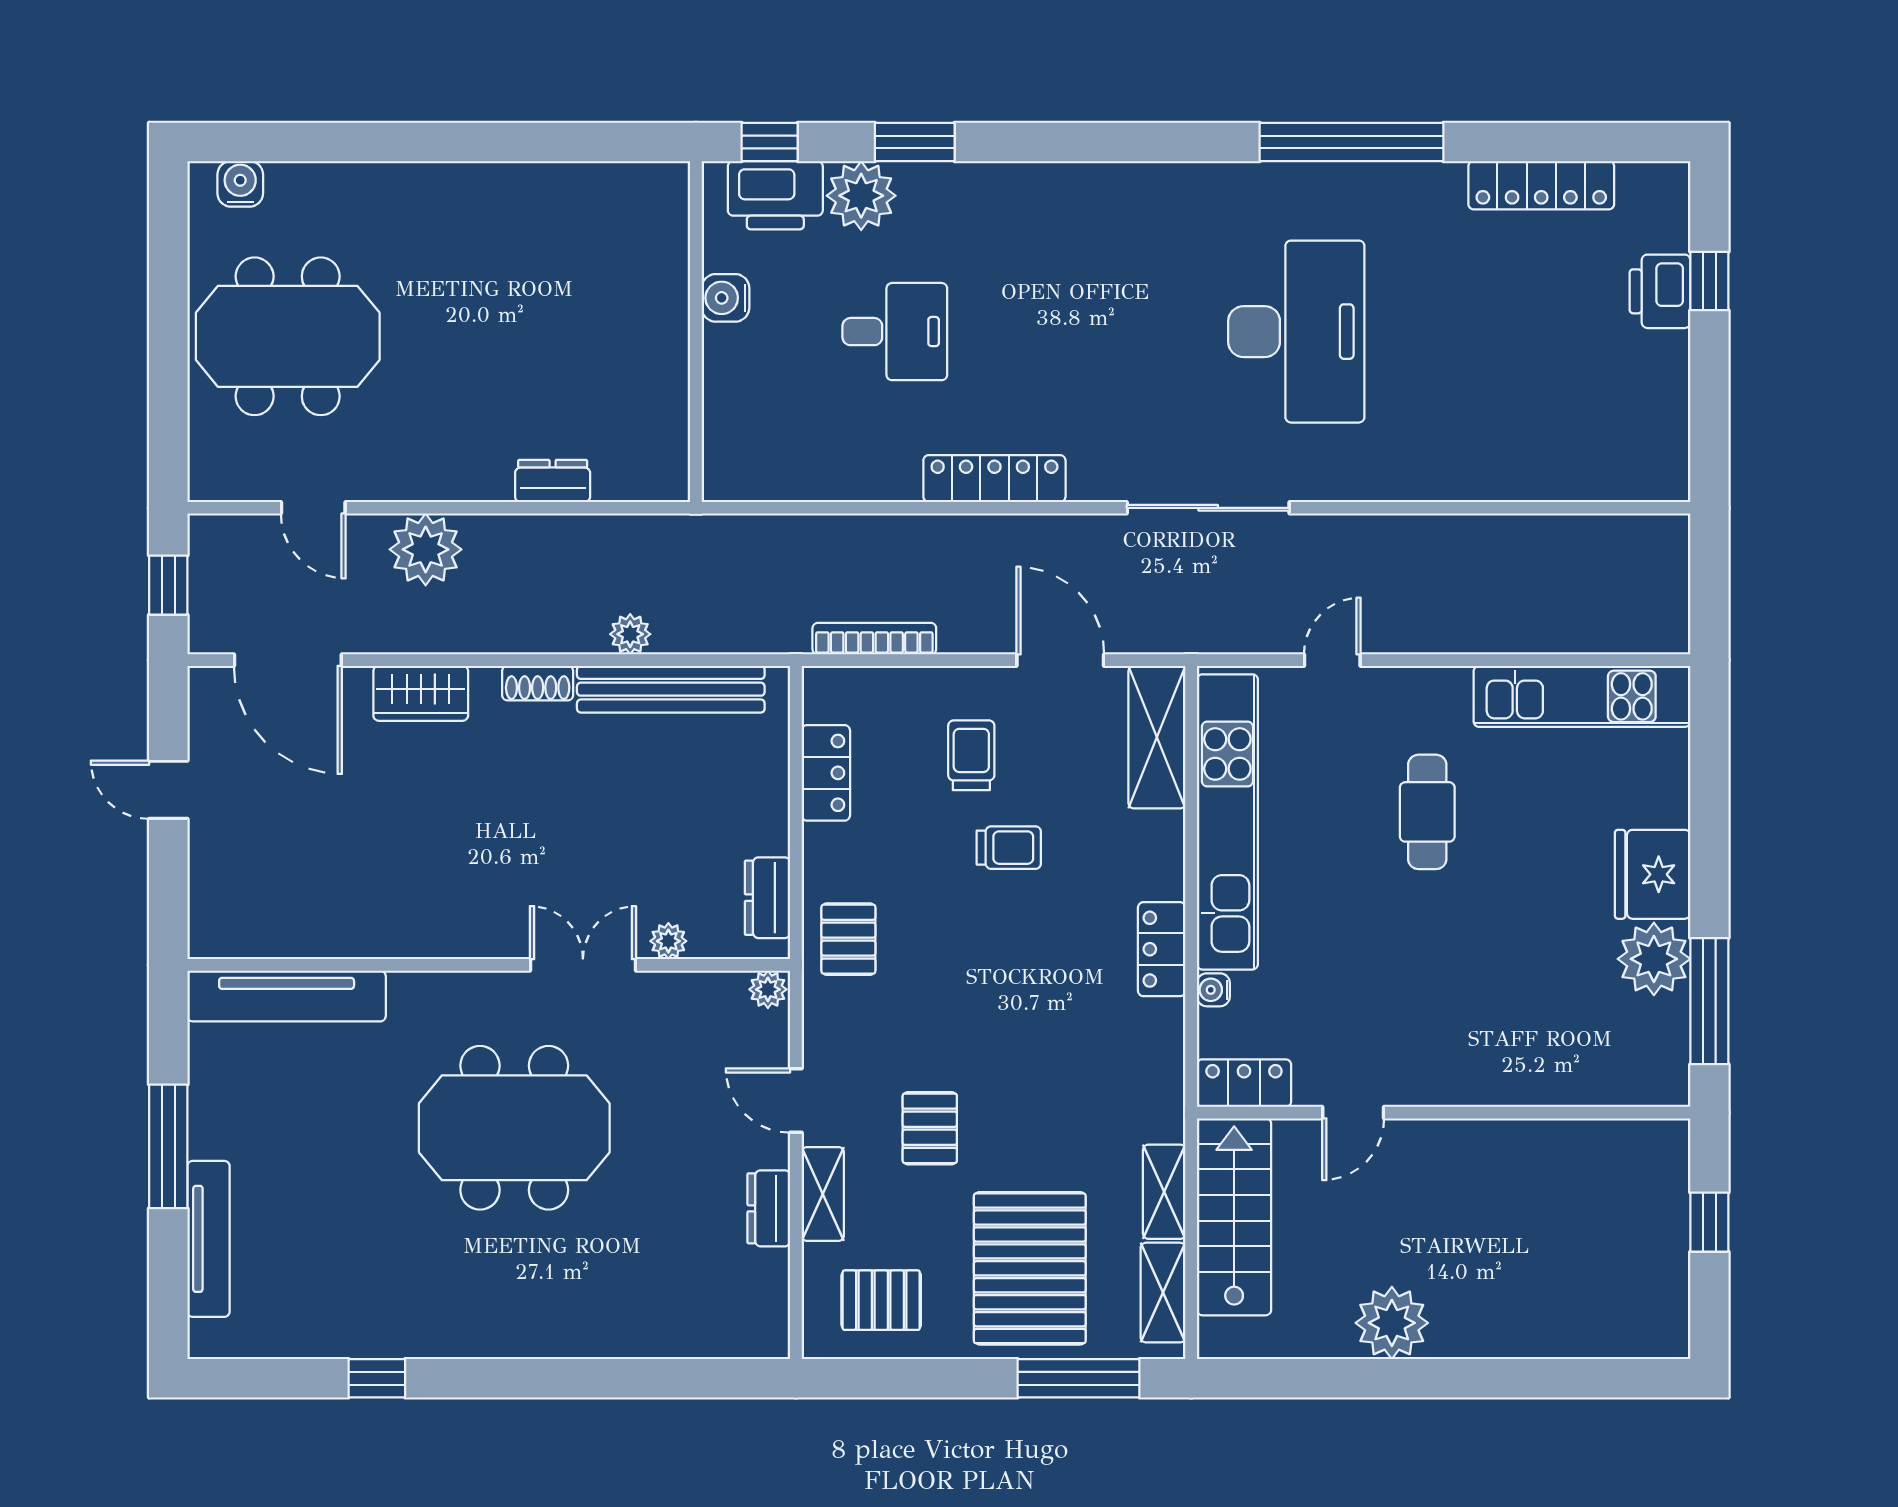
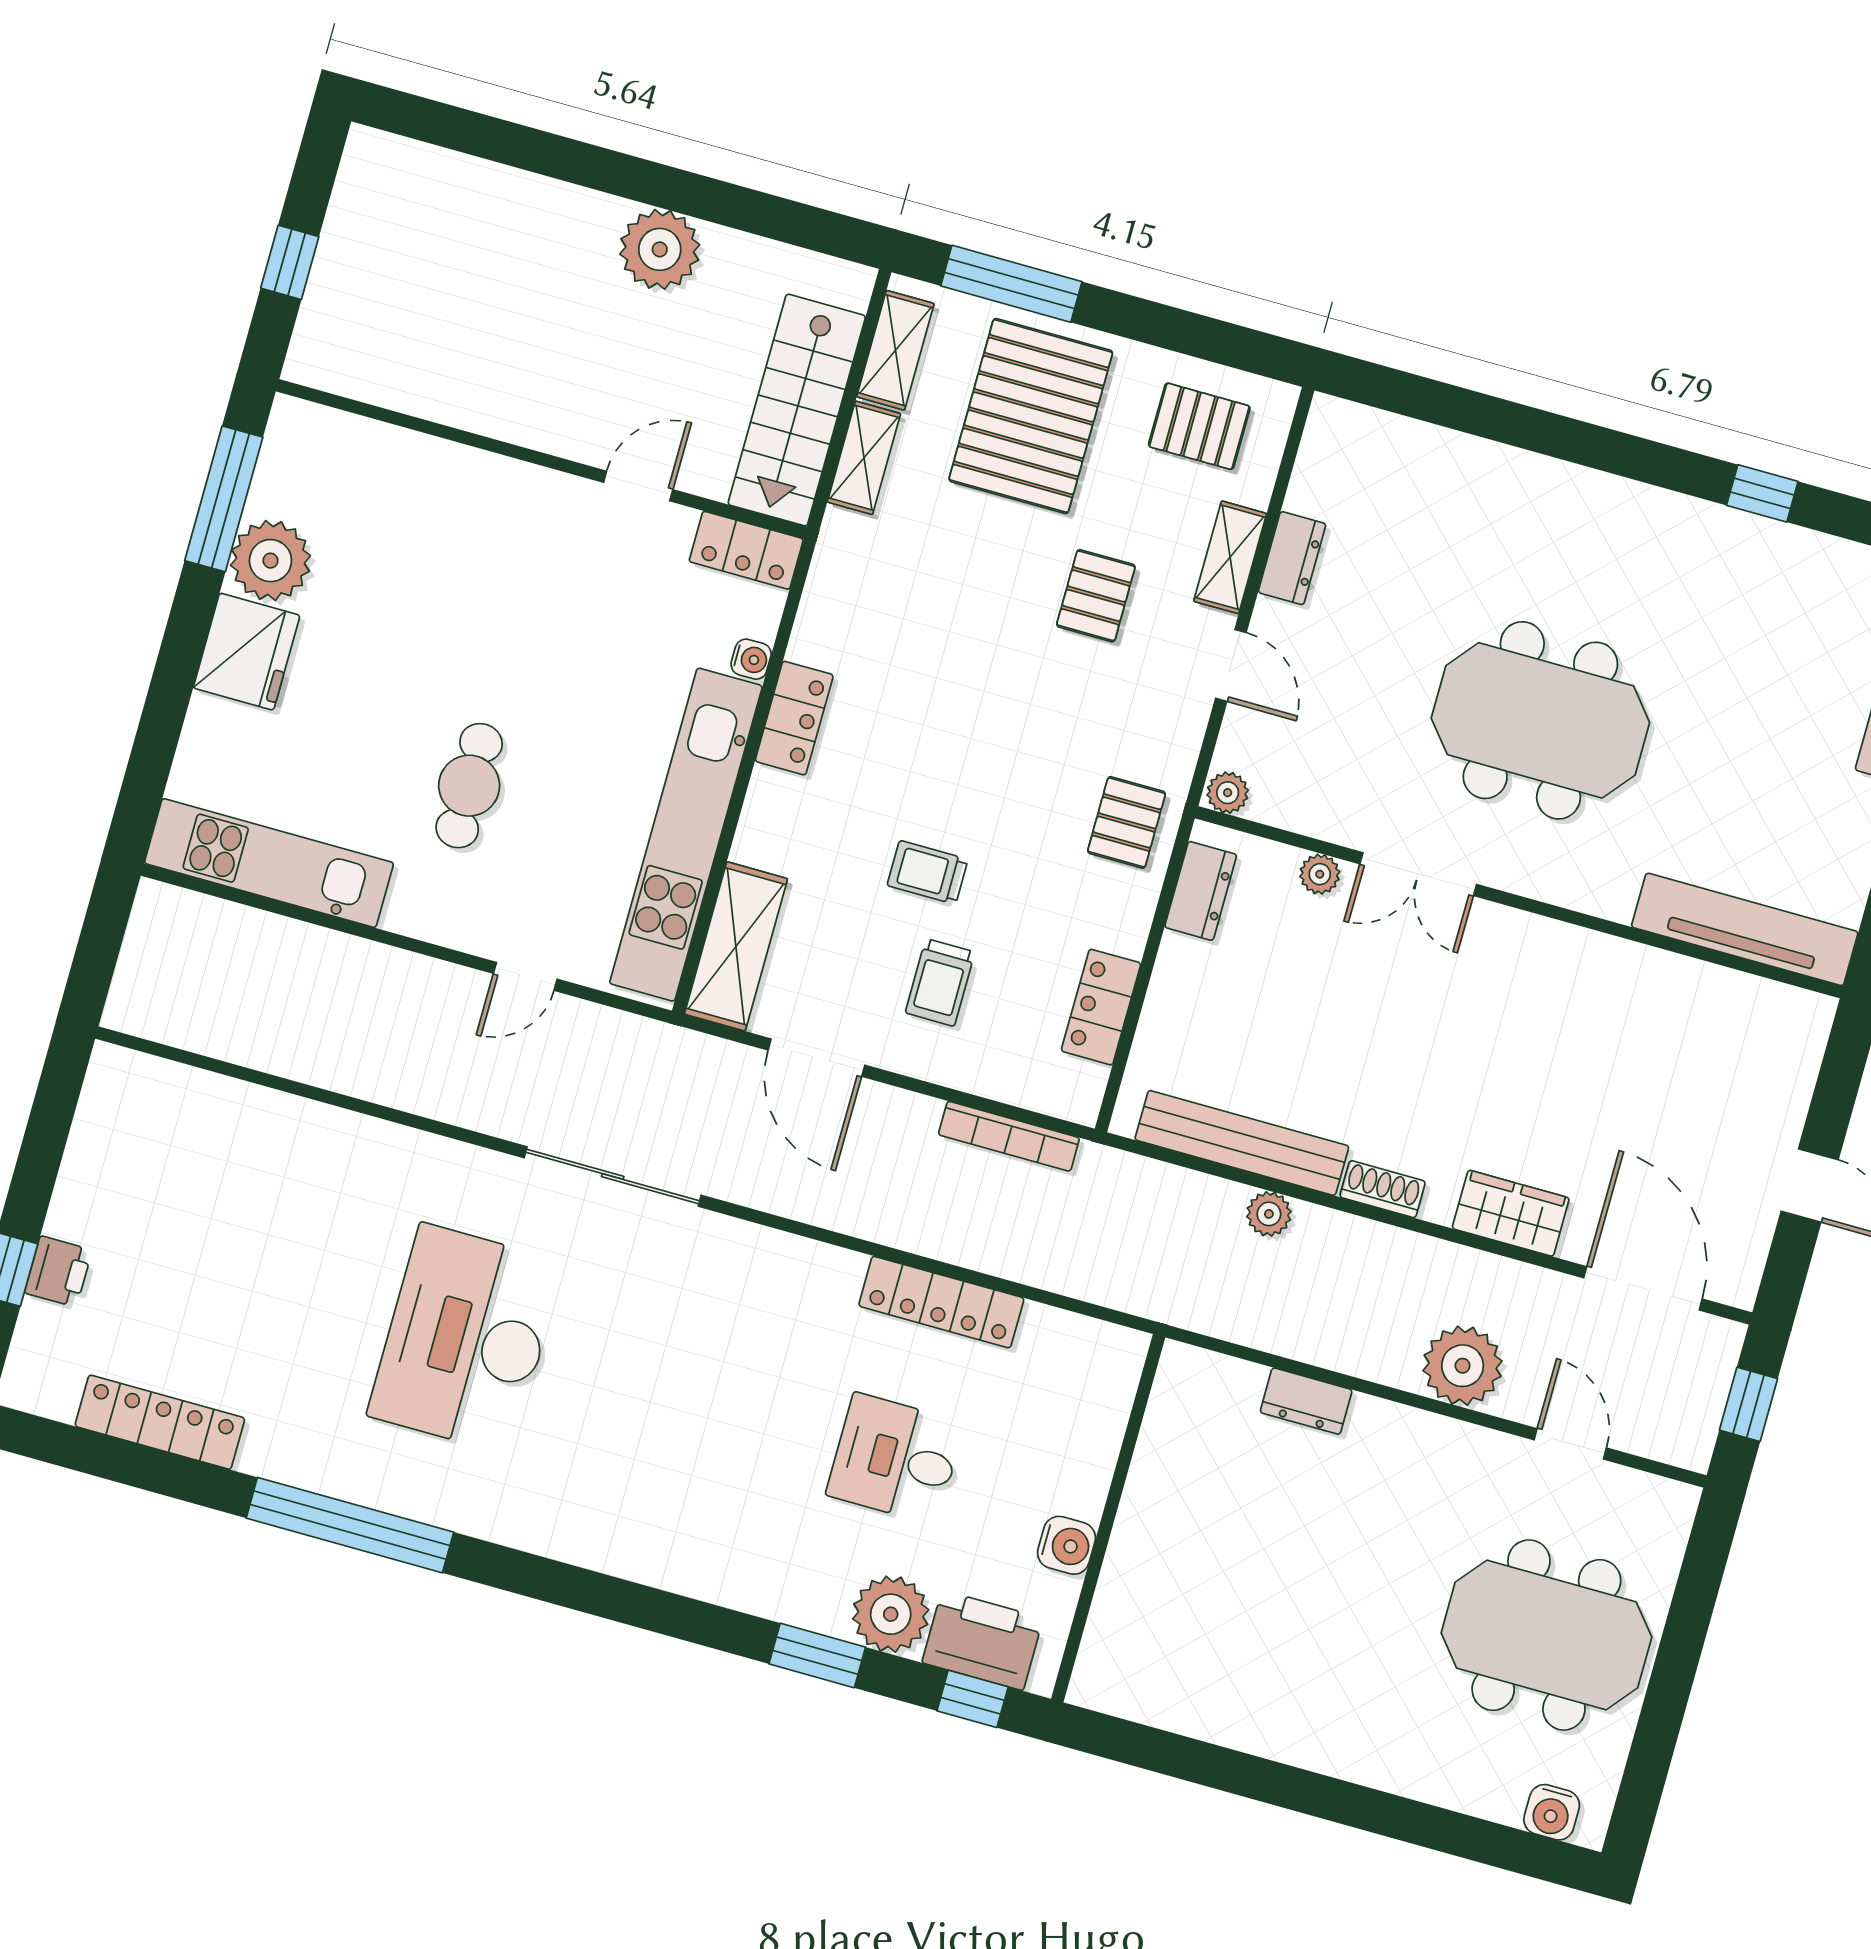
printer: (1660, 291) -> (58, 1271), width x0.73, depth x0.81
locker: (994, 479) -> (941, 1302), moved

